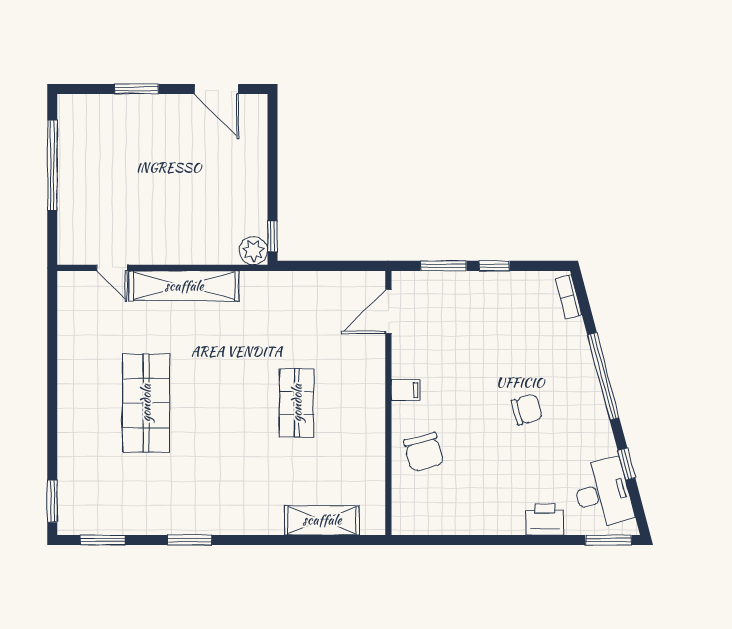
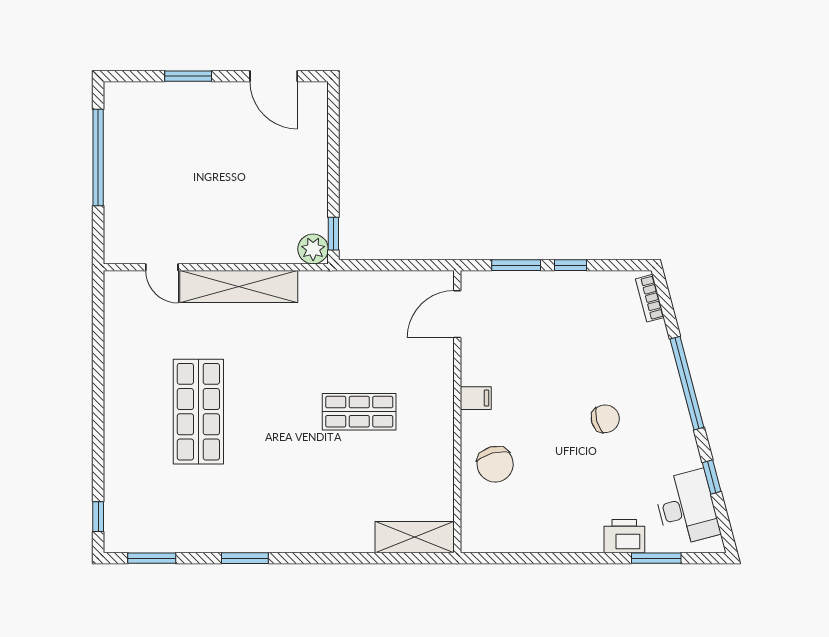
shop shelf: (297, 403) -> (359, 412), turned 90
window: (52, 501) -> (98, 517), width x0.67
shelving: (322, 520) -> (415, 537), moved
window: (608, 540) -> (656, 558), moved

